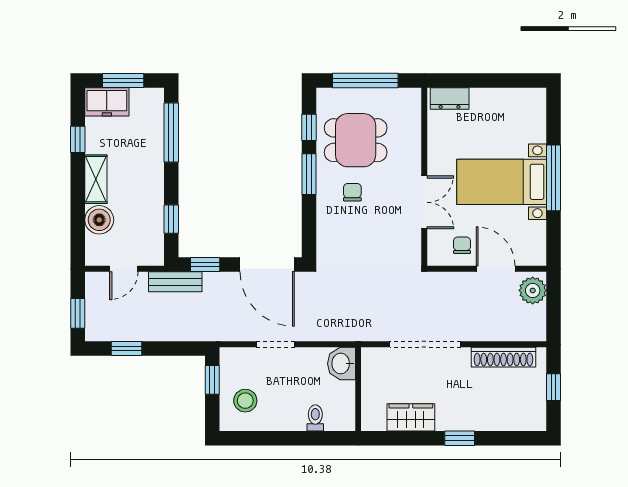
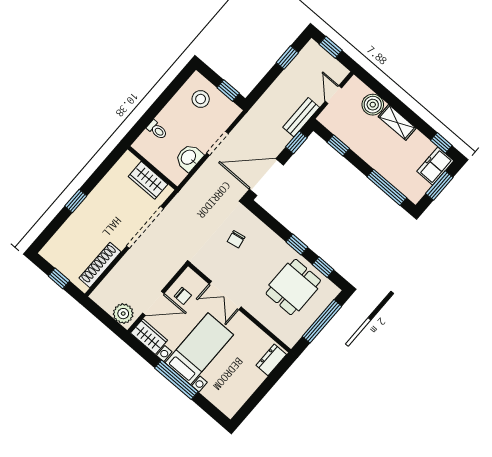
window: (78, 139) -> (441, 143), moved
window: (309, 174) -> (297, 244), width x0.67
chair: (352, 192) -> (236, 239), moved, turned 80
wardrobe: (534, 244) -> (149, 337), added
washbasin: (341, 364) -> (189, 158), moved, turned -90
wardrobe: (411, 417) -> (148, 180), moved, turned 90

